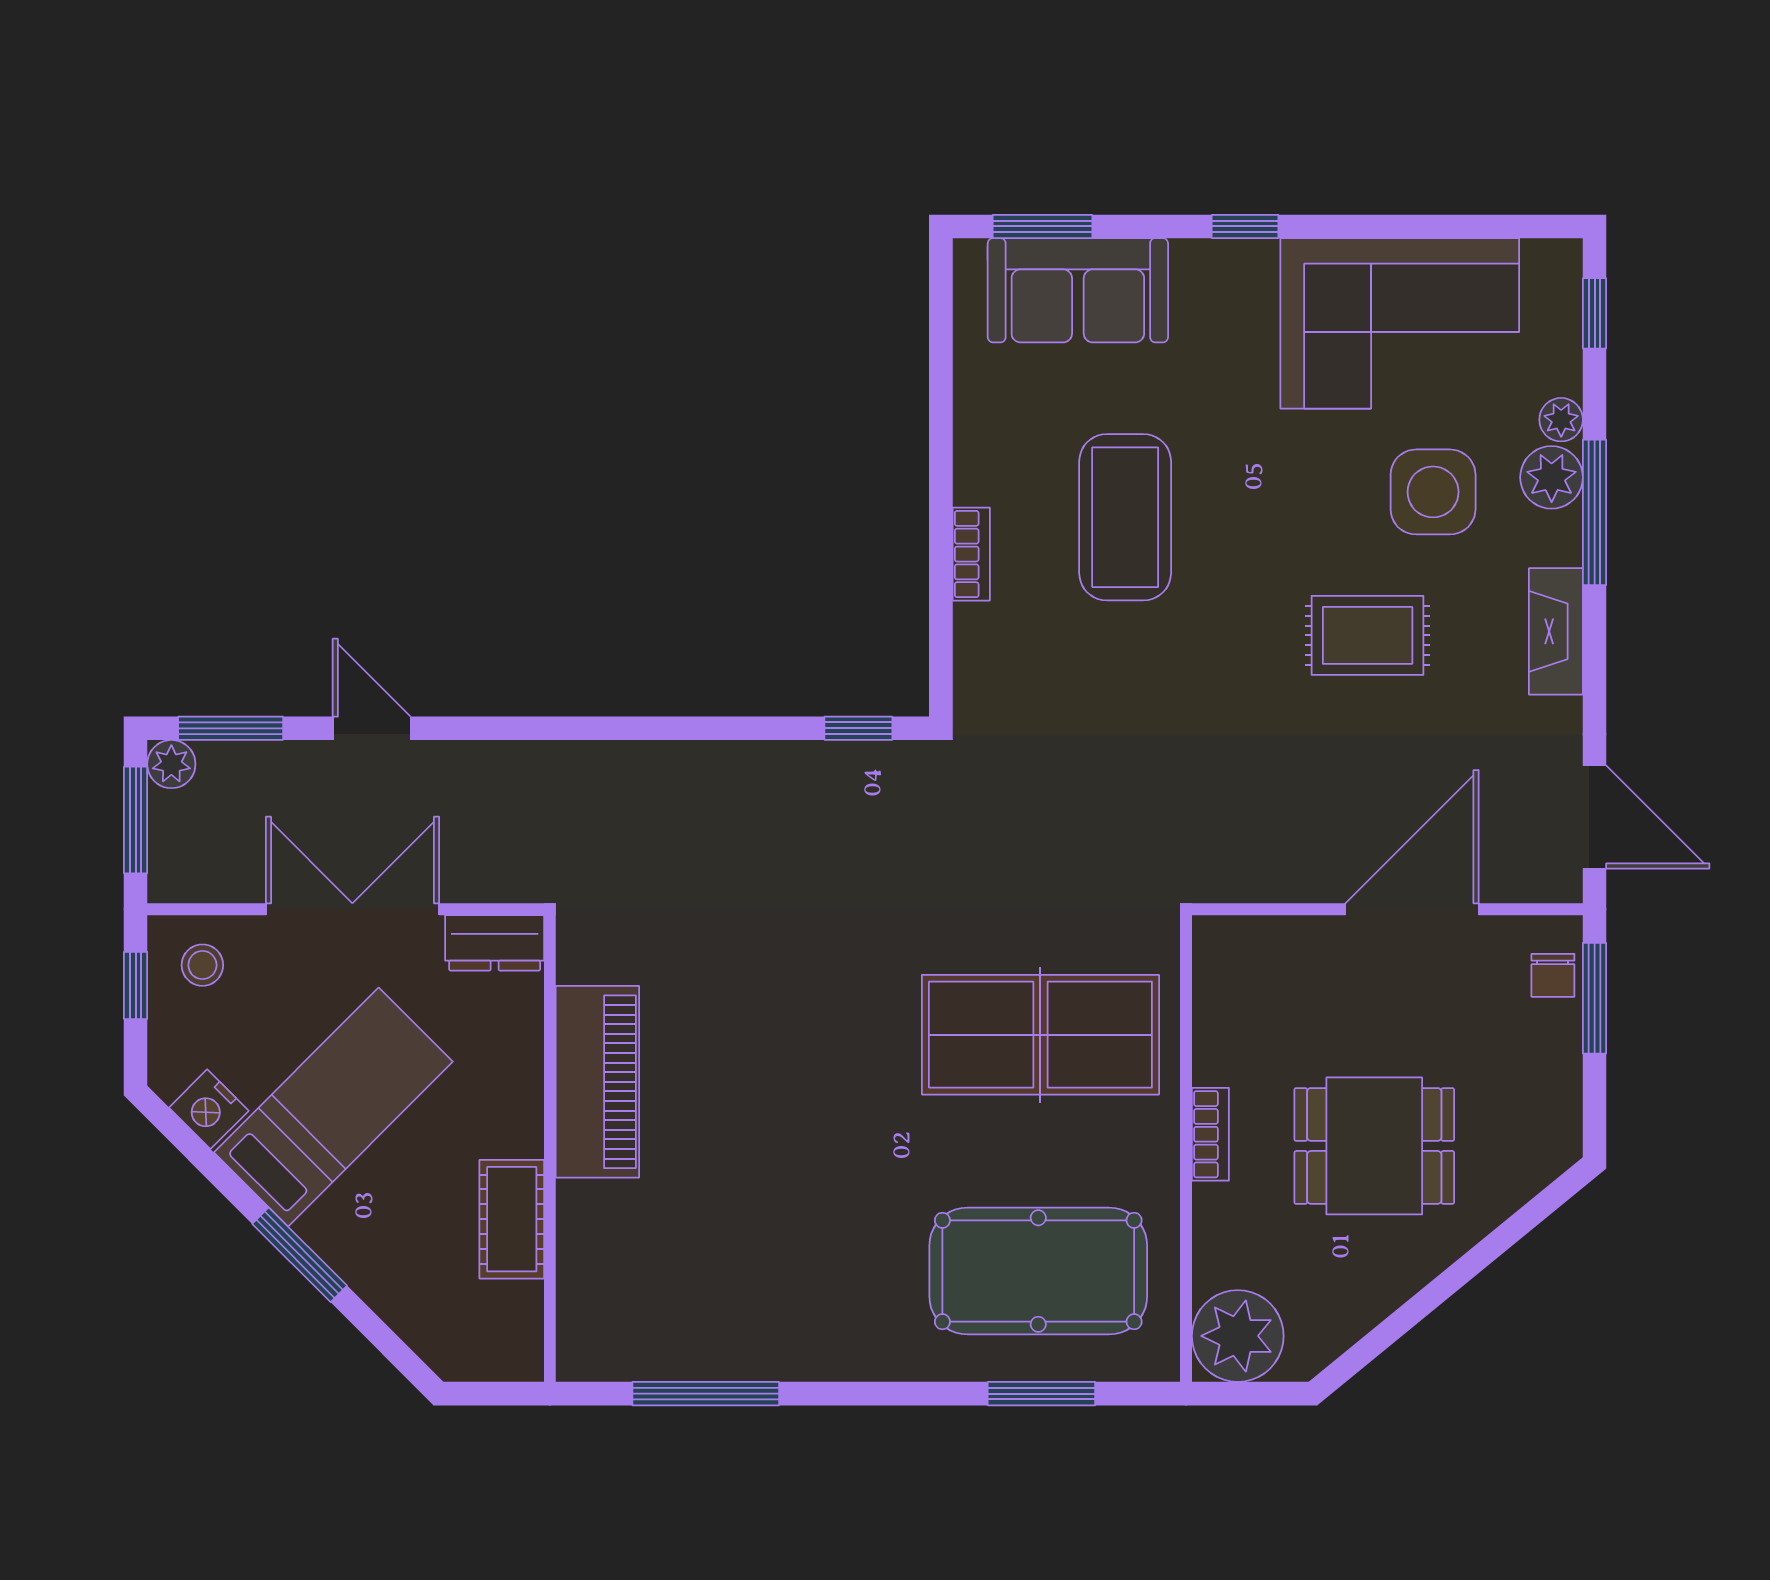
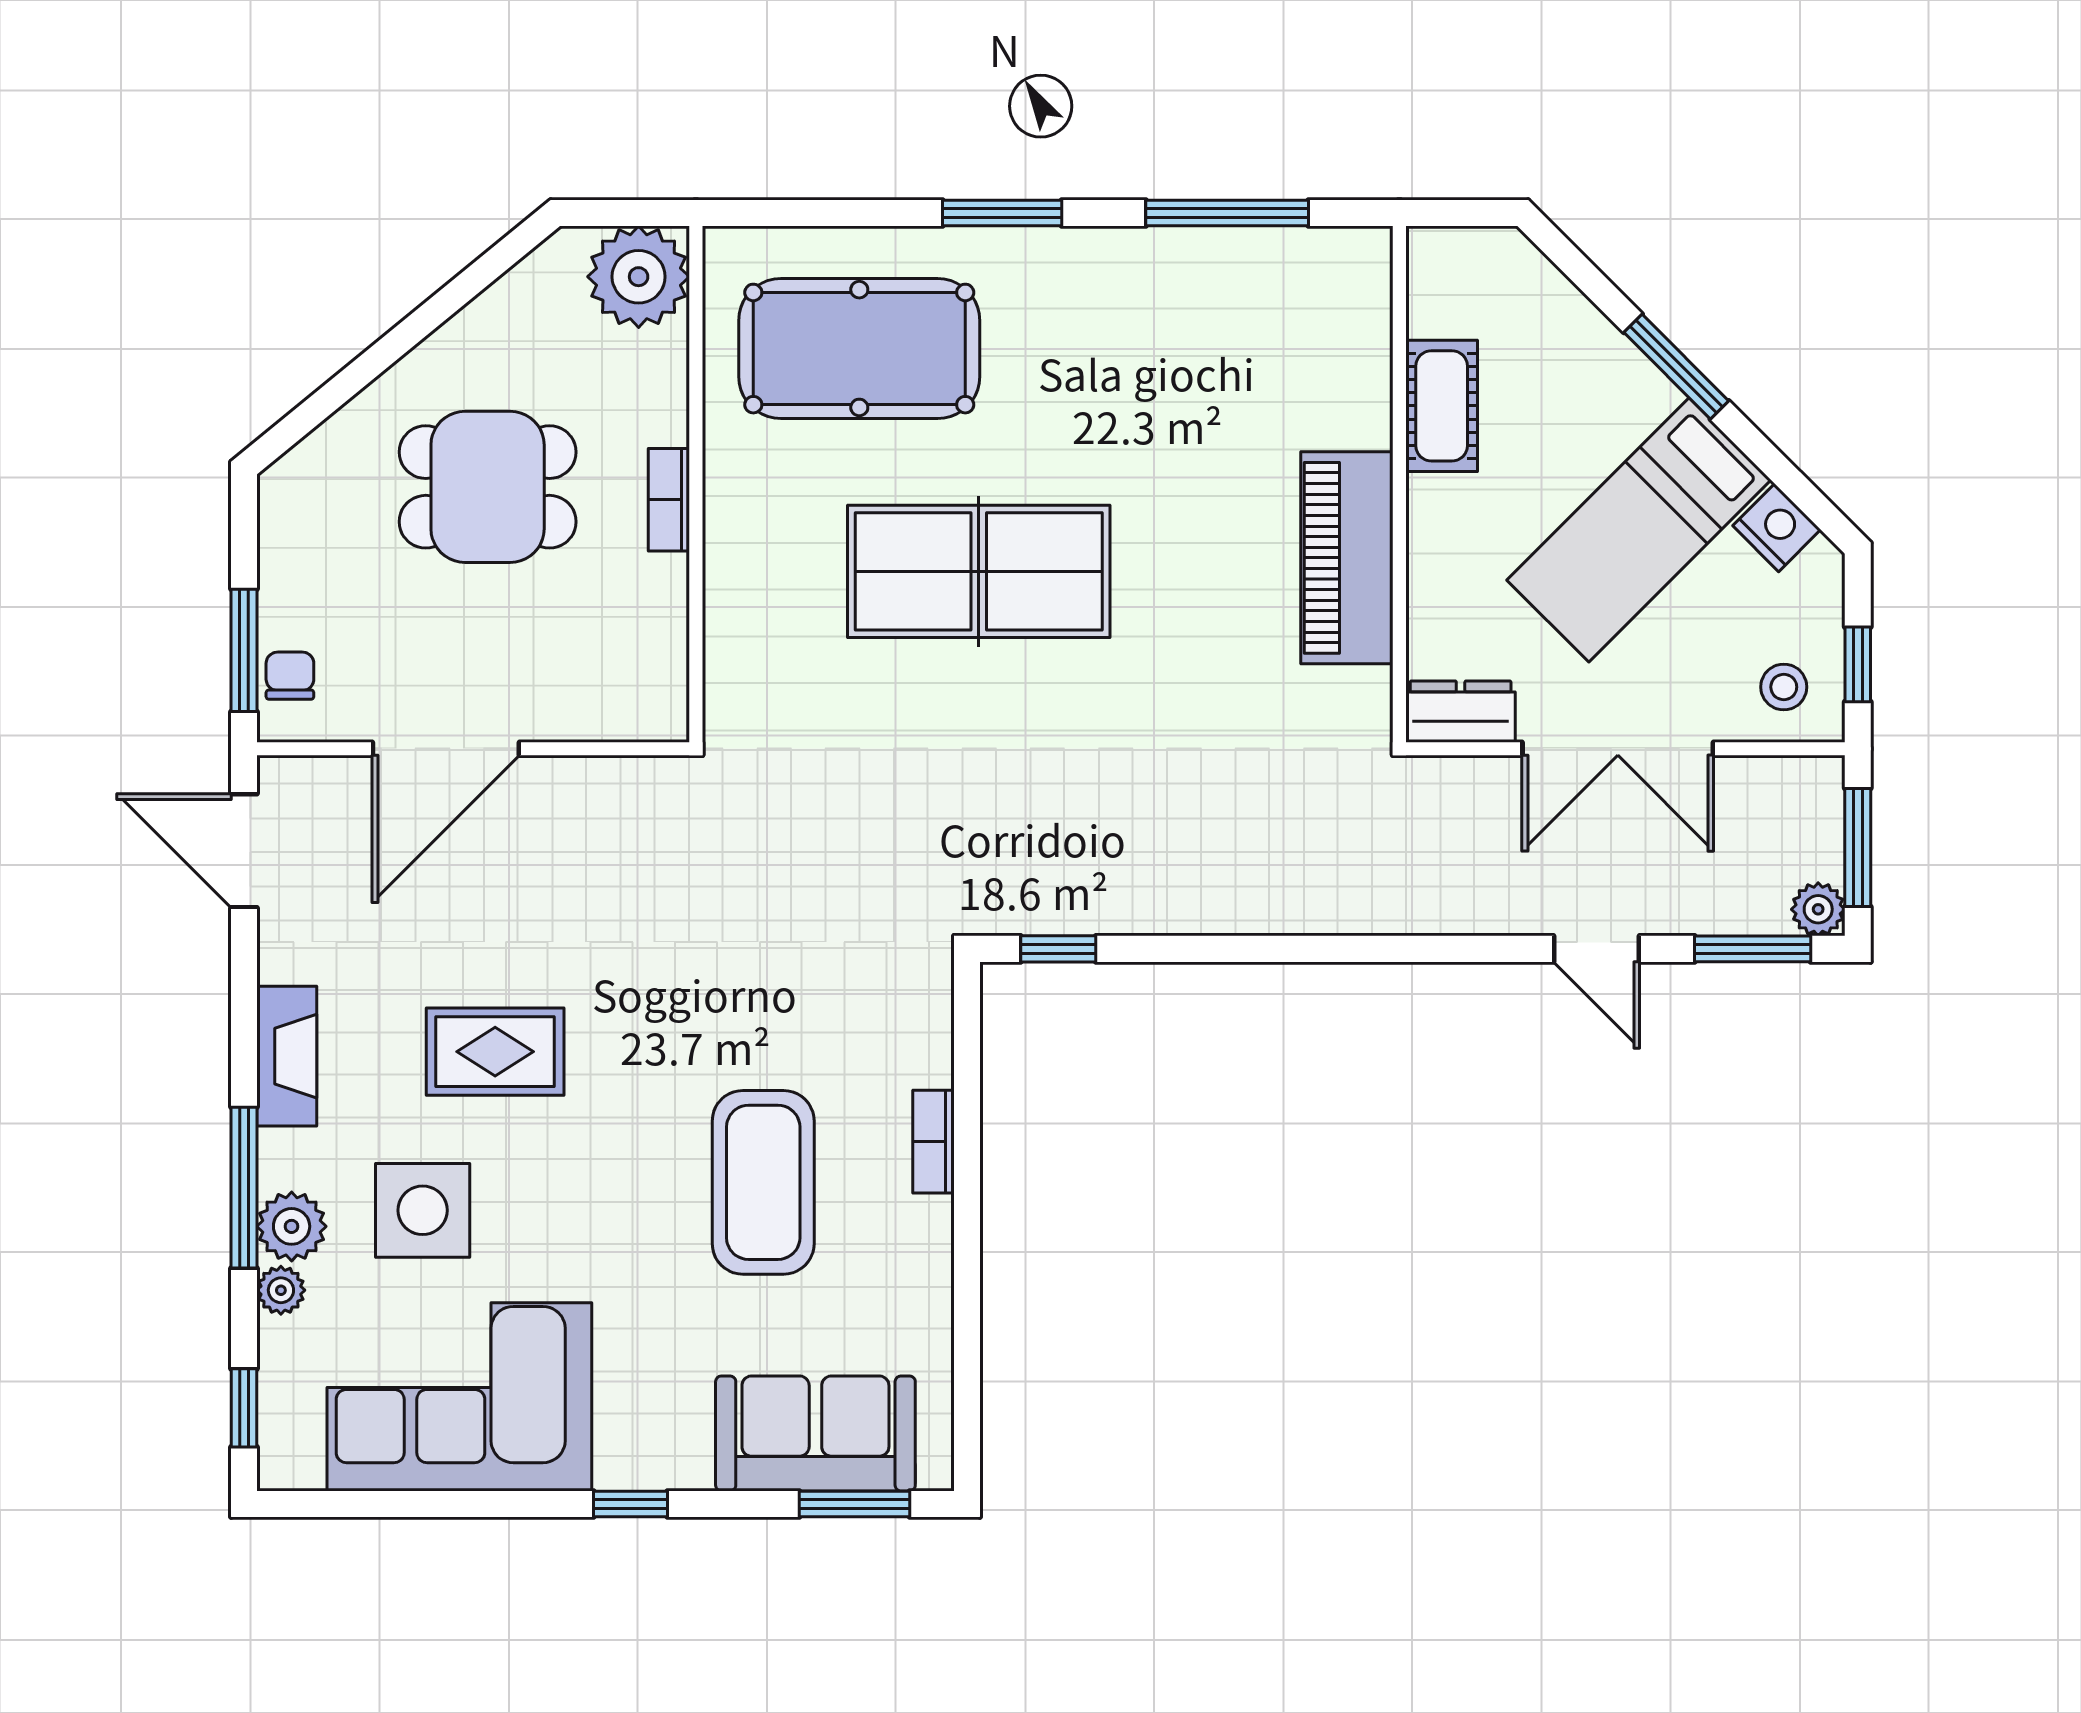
table tennis table: (1040, 1035) -> (979, 571), moved
window: (1041, 1394) -> (1002, 213), moved

